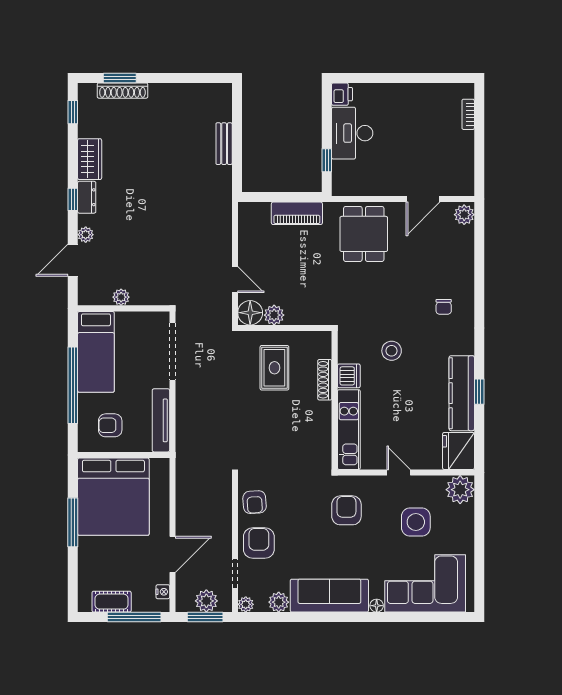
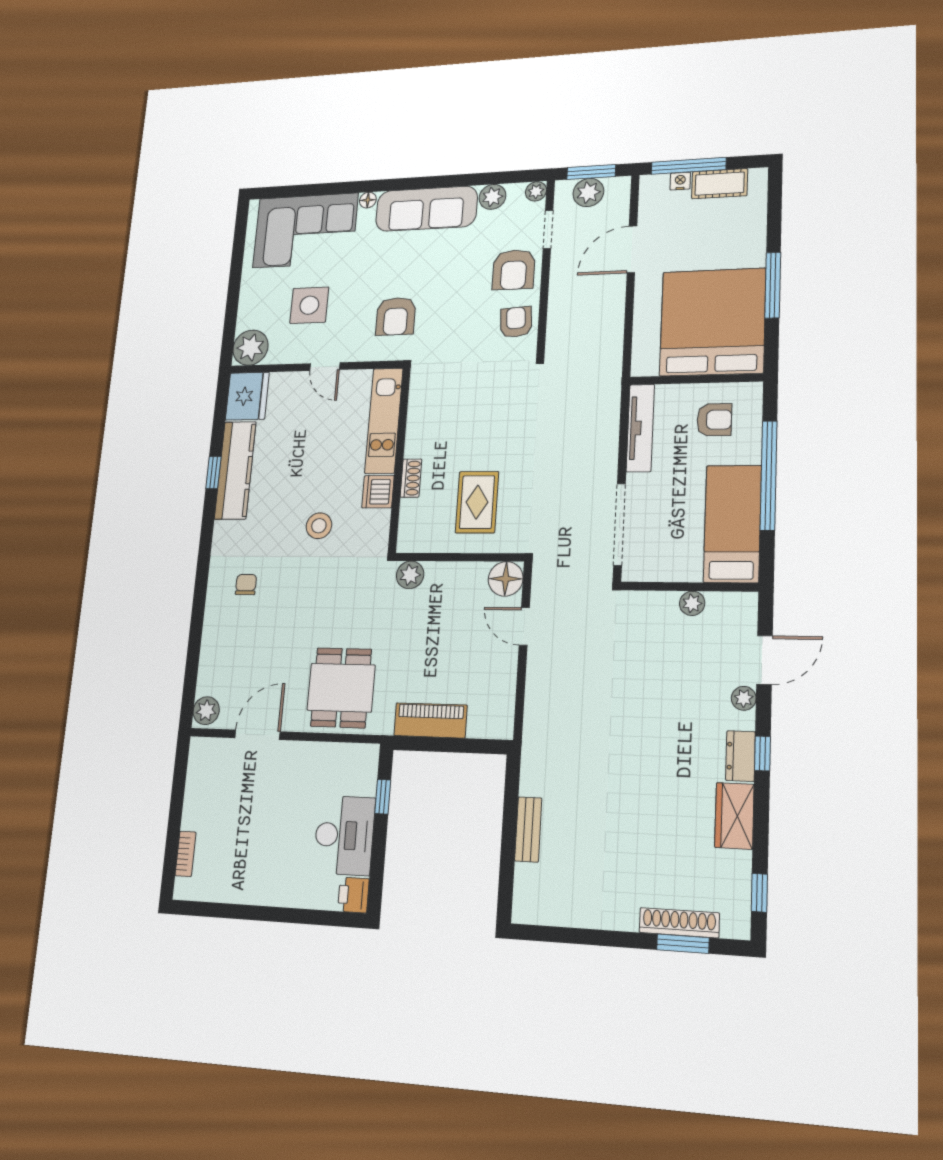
plant: (274, 315) -> (410, 575), moved
shoe rack: (325, 380) -> (411, 478), width x0.70
nightstand: (163, 592) -> (680, 181), moved, turned 90

